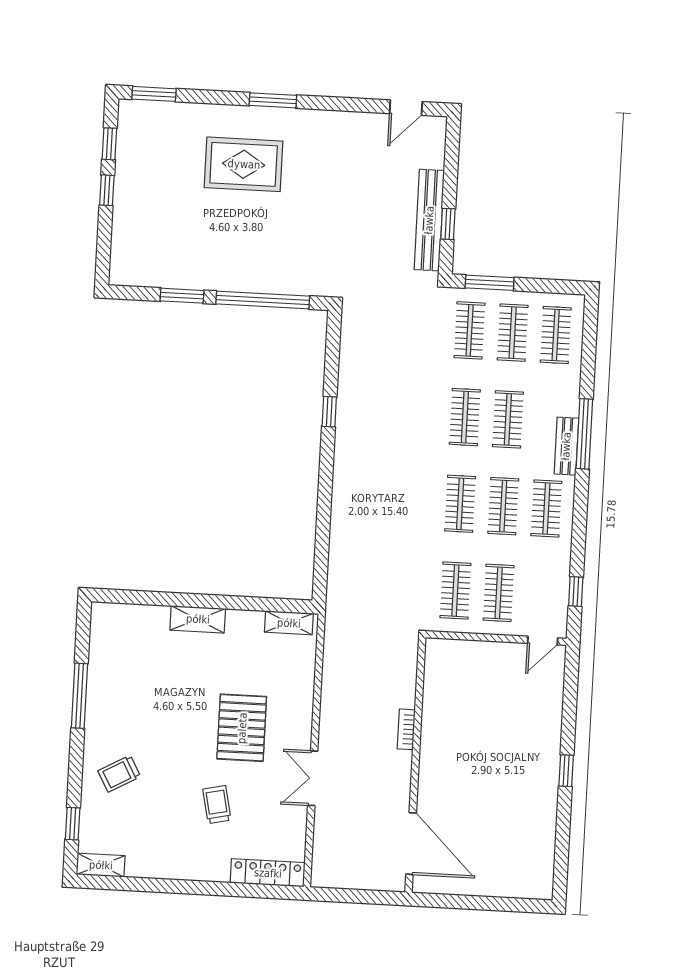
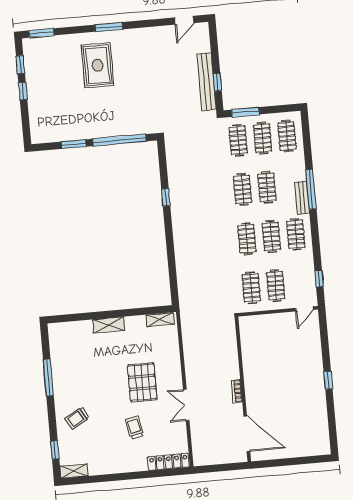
rug: (244, 164) -> (98, 65), turned 90
bookcase: (406, 729) -> (237, 391), moved

